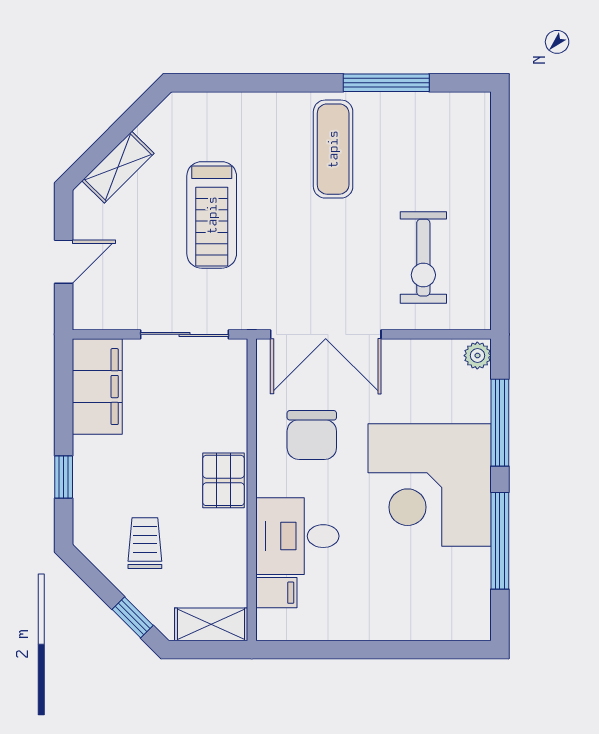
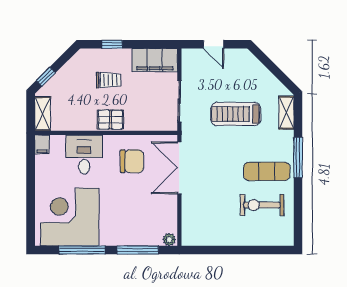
window: (386, 83) -> (298, 157), moved
shelving: (118, 167) -> (286, 113), moved, turned 45
exercise bike: (423, 258) -> (262, 205), moved
chair: (312, 435) -> (132, 161), turned 180
corner desk: (430, 485) -> (70, 217), moved
trolley: (145, 543) -> (109, 80), moved
filing cabinet: (276, 593) -> (42, 145), moved

